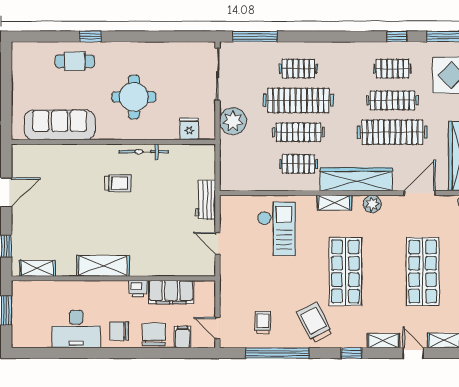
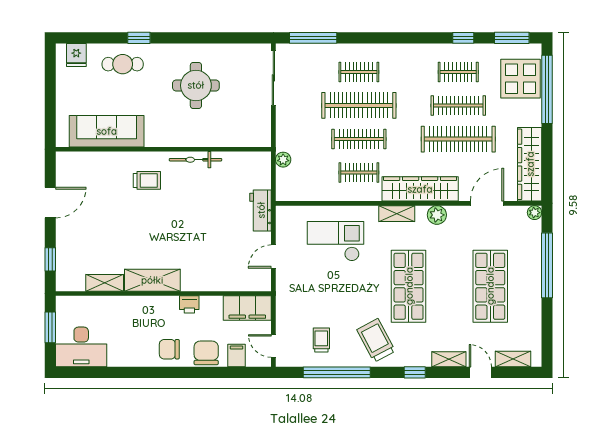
round table: (134, 97) -> (196, 85), moved
plant: (233, 121) -> (283, 160), moved, width x0.53, depth x0.53
fridge: (189, 129) -> (76, 55), moved, turned 180
trolley: (118, 183) -> (147, 180), moved
checkout: (276, 229) -> (335, 241), turned -90
door: (217, 243) -> (273, 256), hinge flipped
shelving: (37, 268) -> (105, 283), moved
filing cabinet: (171, 292) -> (247, 308), moved
desk: (76, 329) -> (81, 347), moved

